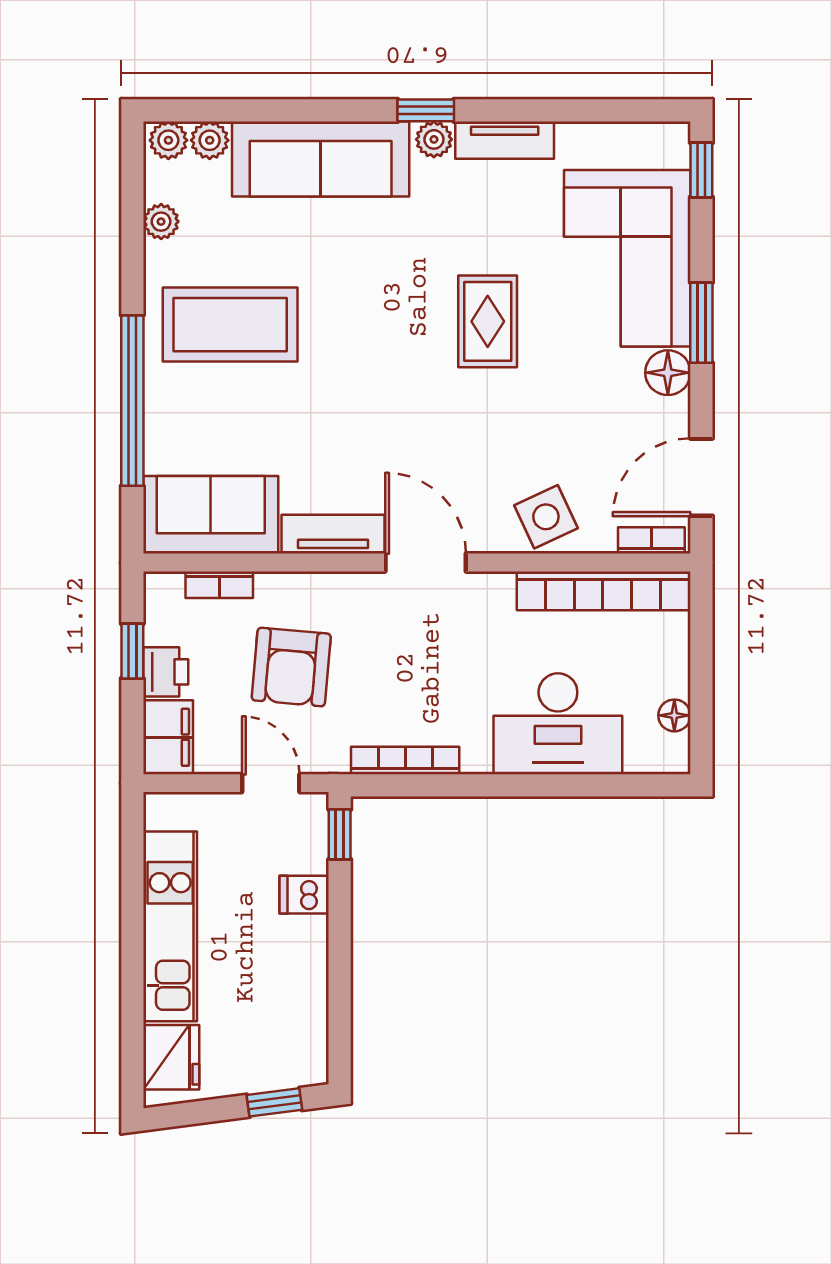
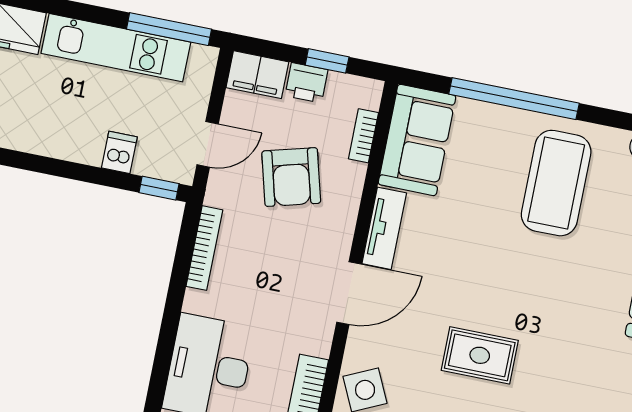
rug: (488, 321) -> (480, 355), moved
armchair: (291, 667) -> (291, 177), turned -110
window: (132, 863) -> (169, 29), added

